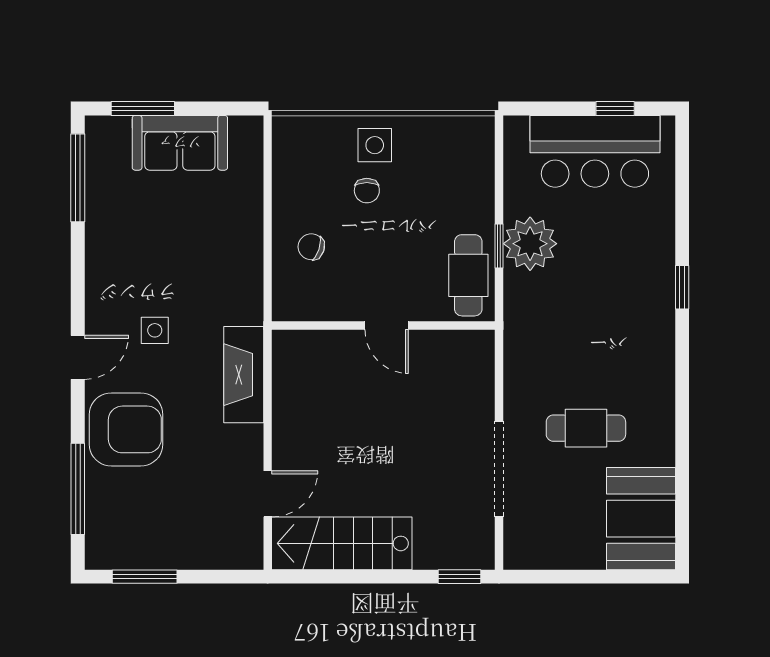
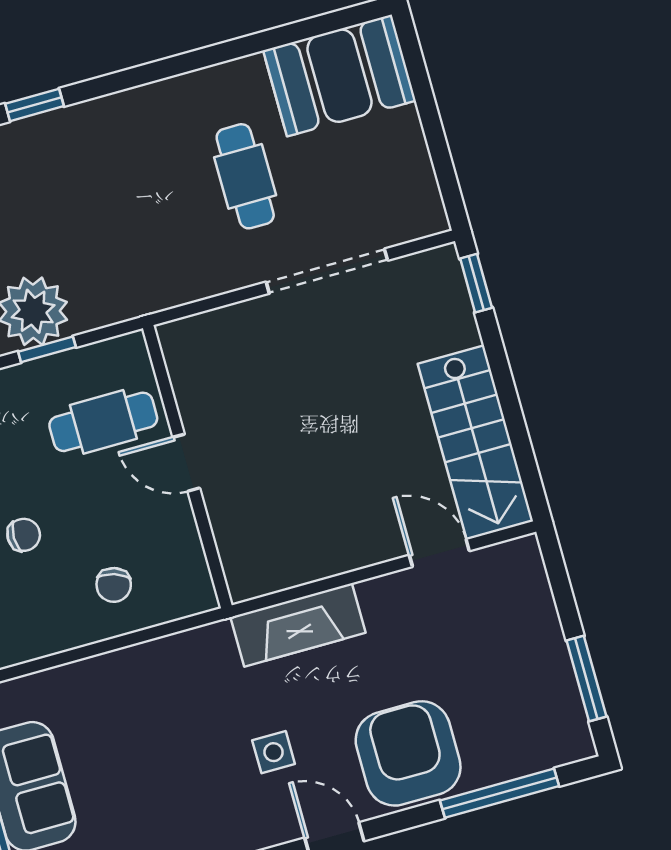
cafe table: (468, 275) -> (103, 422), moved
door: (387, 326) -> (186, 463), swing flipped

